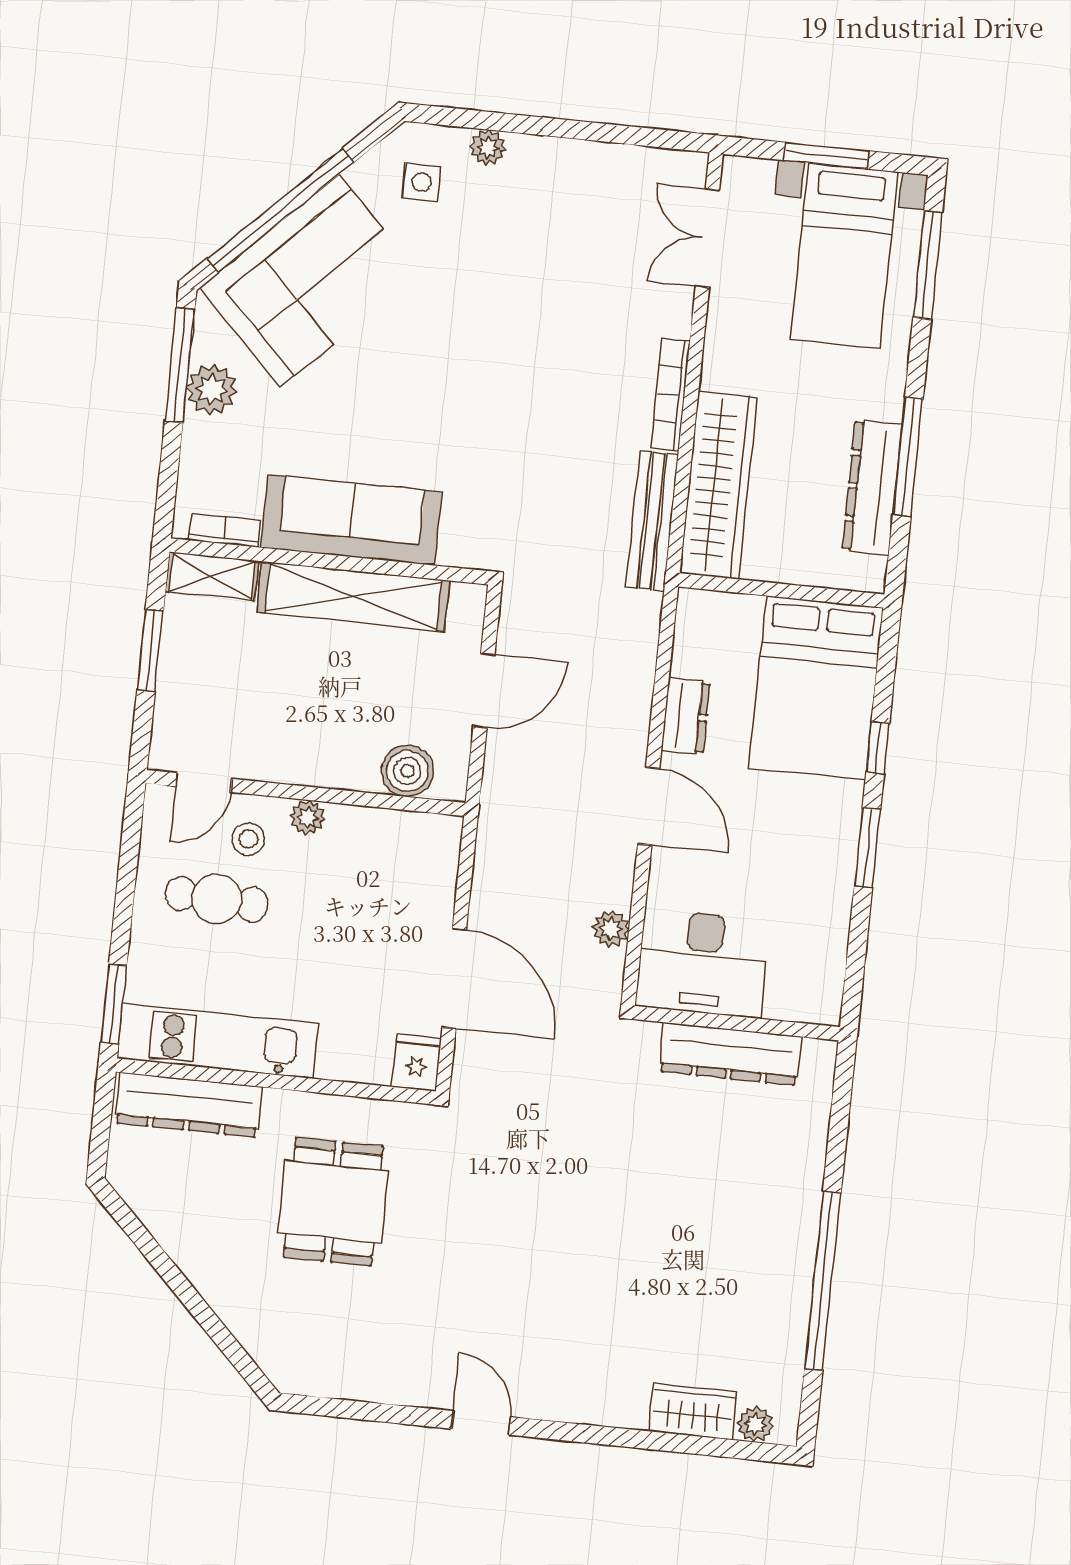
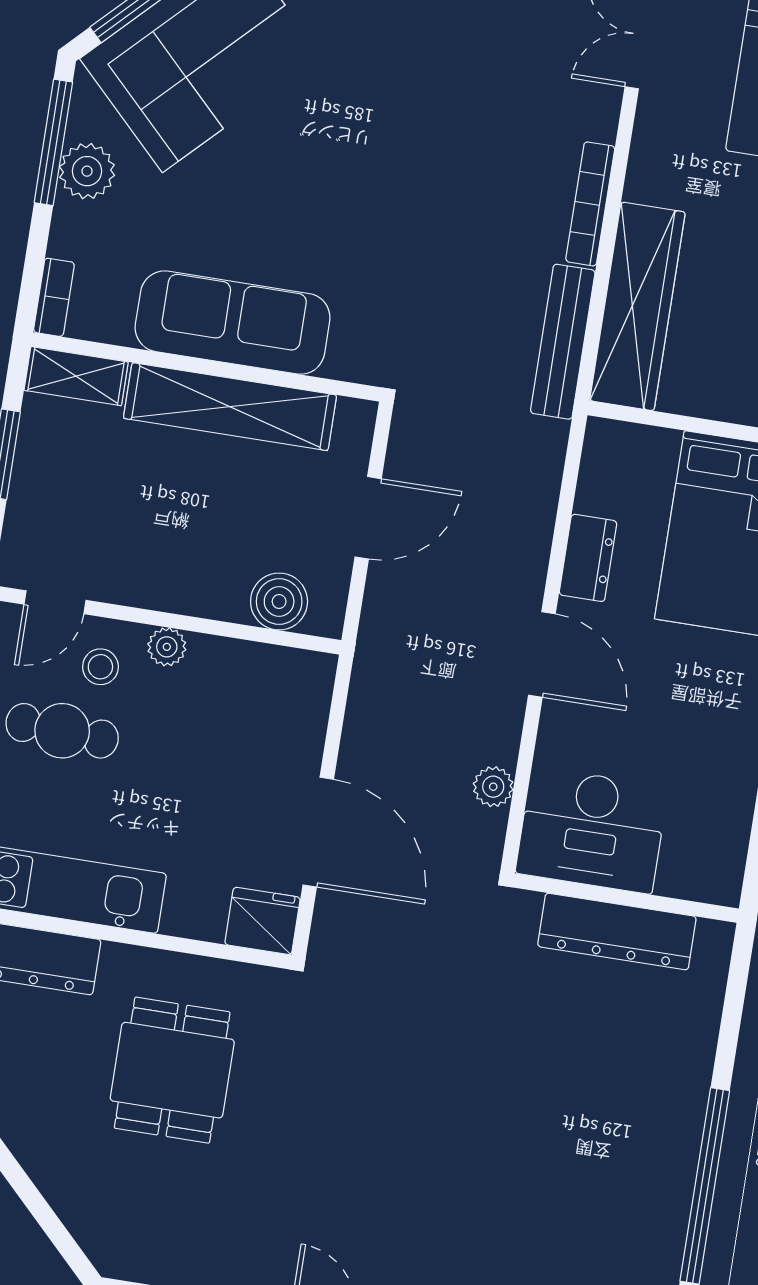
bookcase: (225, 530) -> (54, 297), moved, turned 90
fridge: (416, 1063) -> (262, 921), width x1.38

